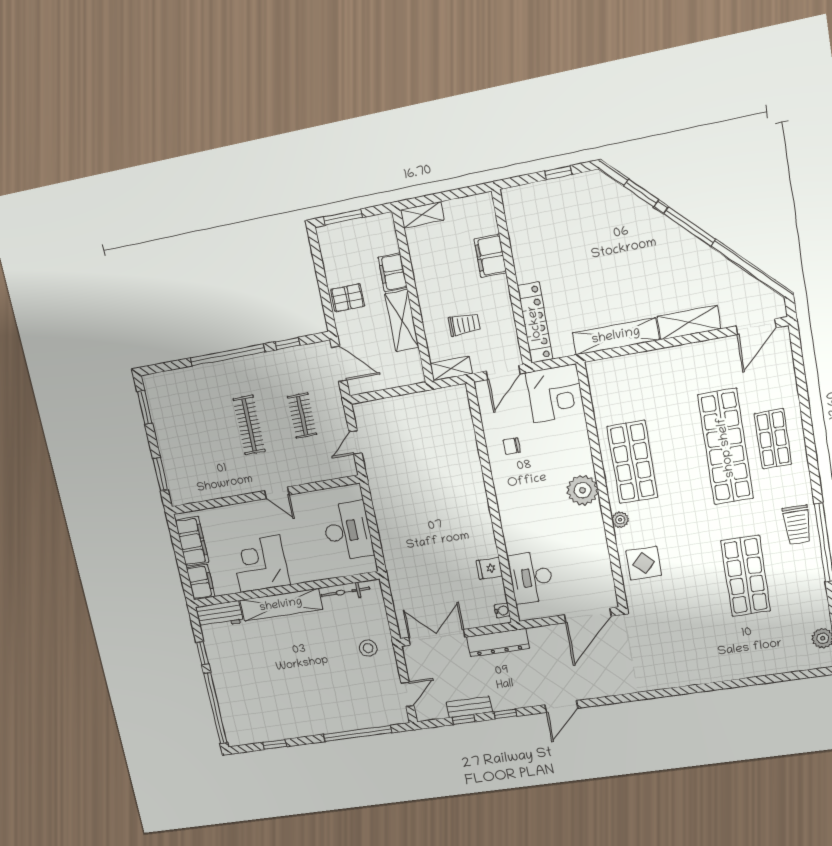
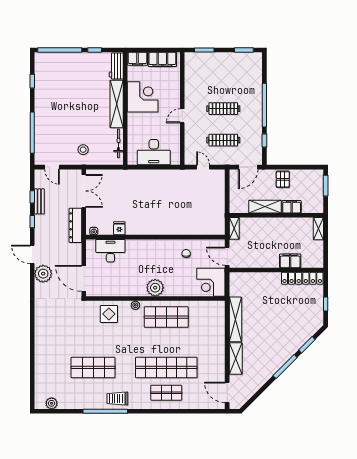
locker: (535, 323) -> (302, 278), moved
trolley: (464, 324) -> (257, 240), removed
clothes rail: (302, 416) -> (223, 140), width x1.36
plant: (592, 684) -> (43, 274), added

